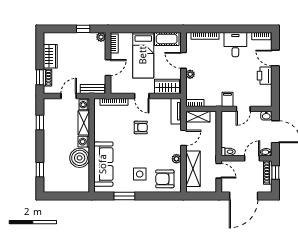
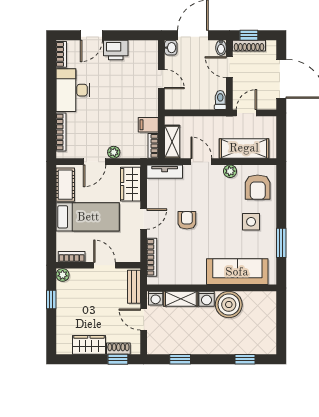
desk: (235, 45) -> (73, 90), width x1.37
filing cabinet: (227, 99) -> (148, 125), moved

